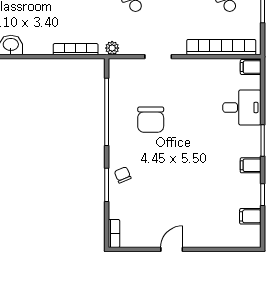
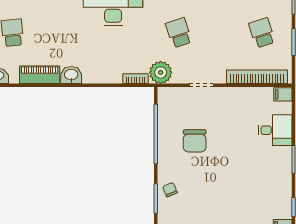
plant: (112, 48) -> (161, 72), width x1.87, depth x1.87
bookcase: (76, 49) -> (135, 79), width x0.64
filing cabinet: (251, 165) -> (283, 181), removed

